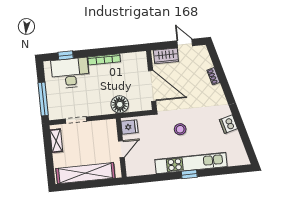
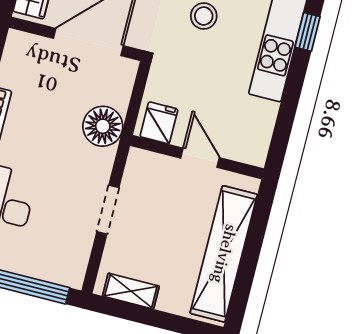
doorway: (76, 120) -> (108, 210), moved

